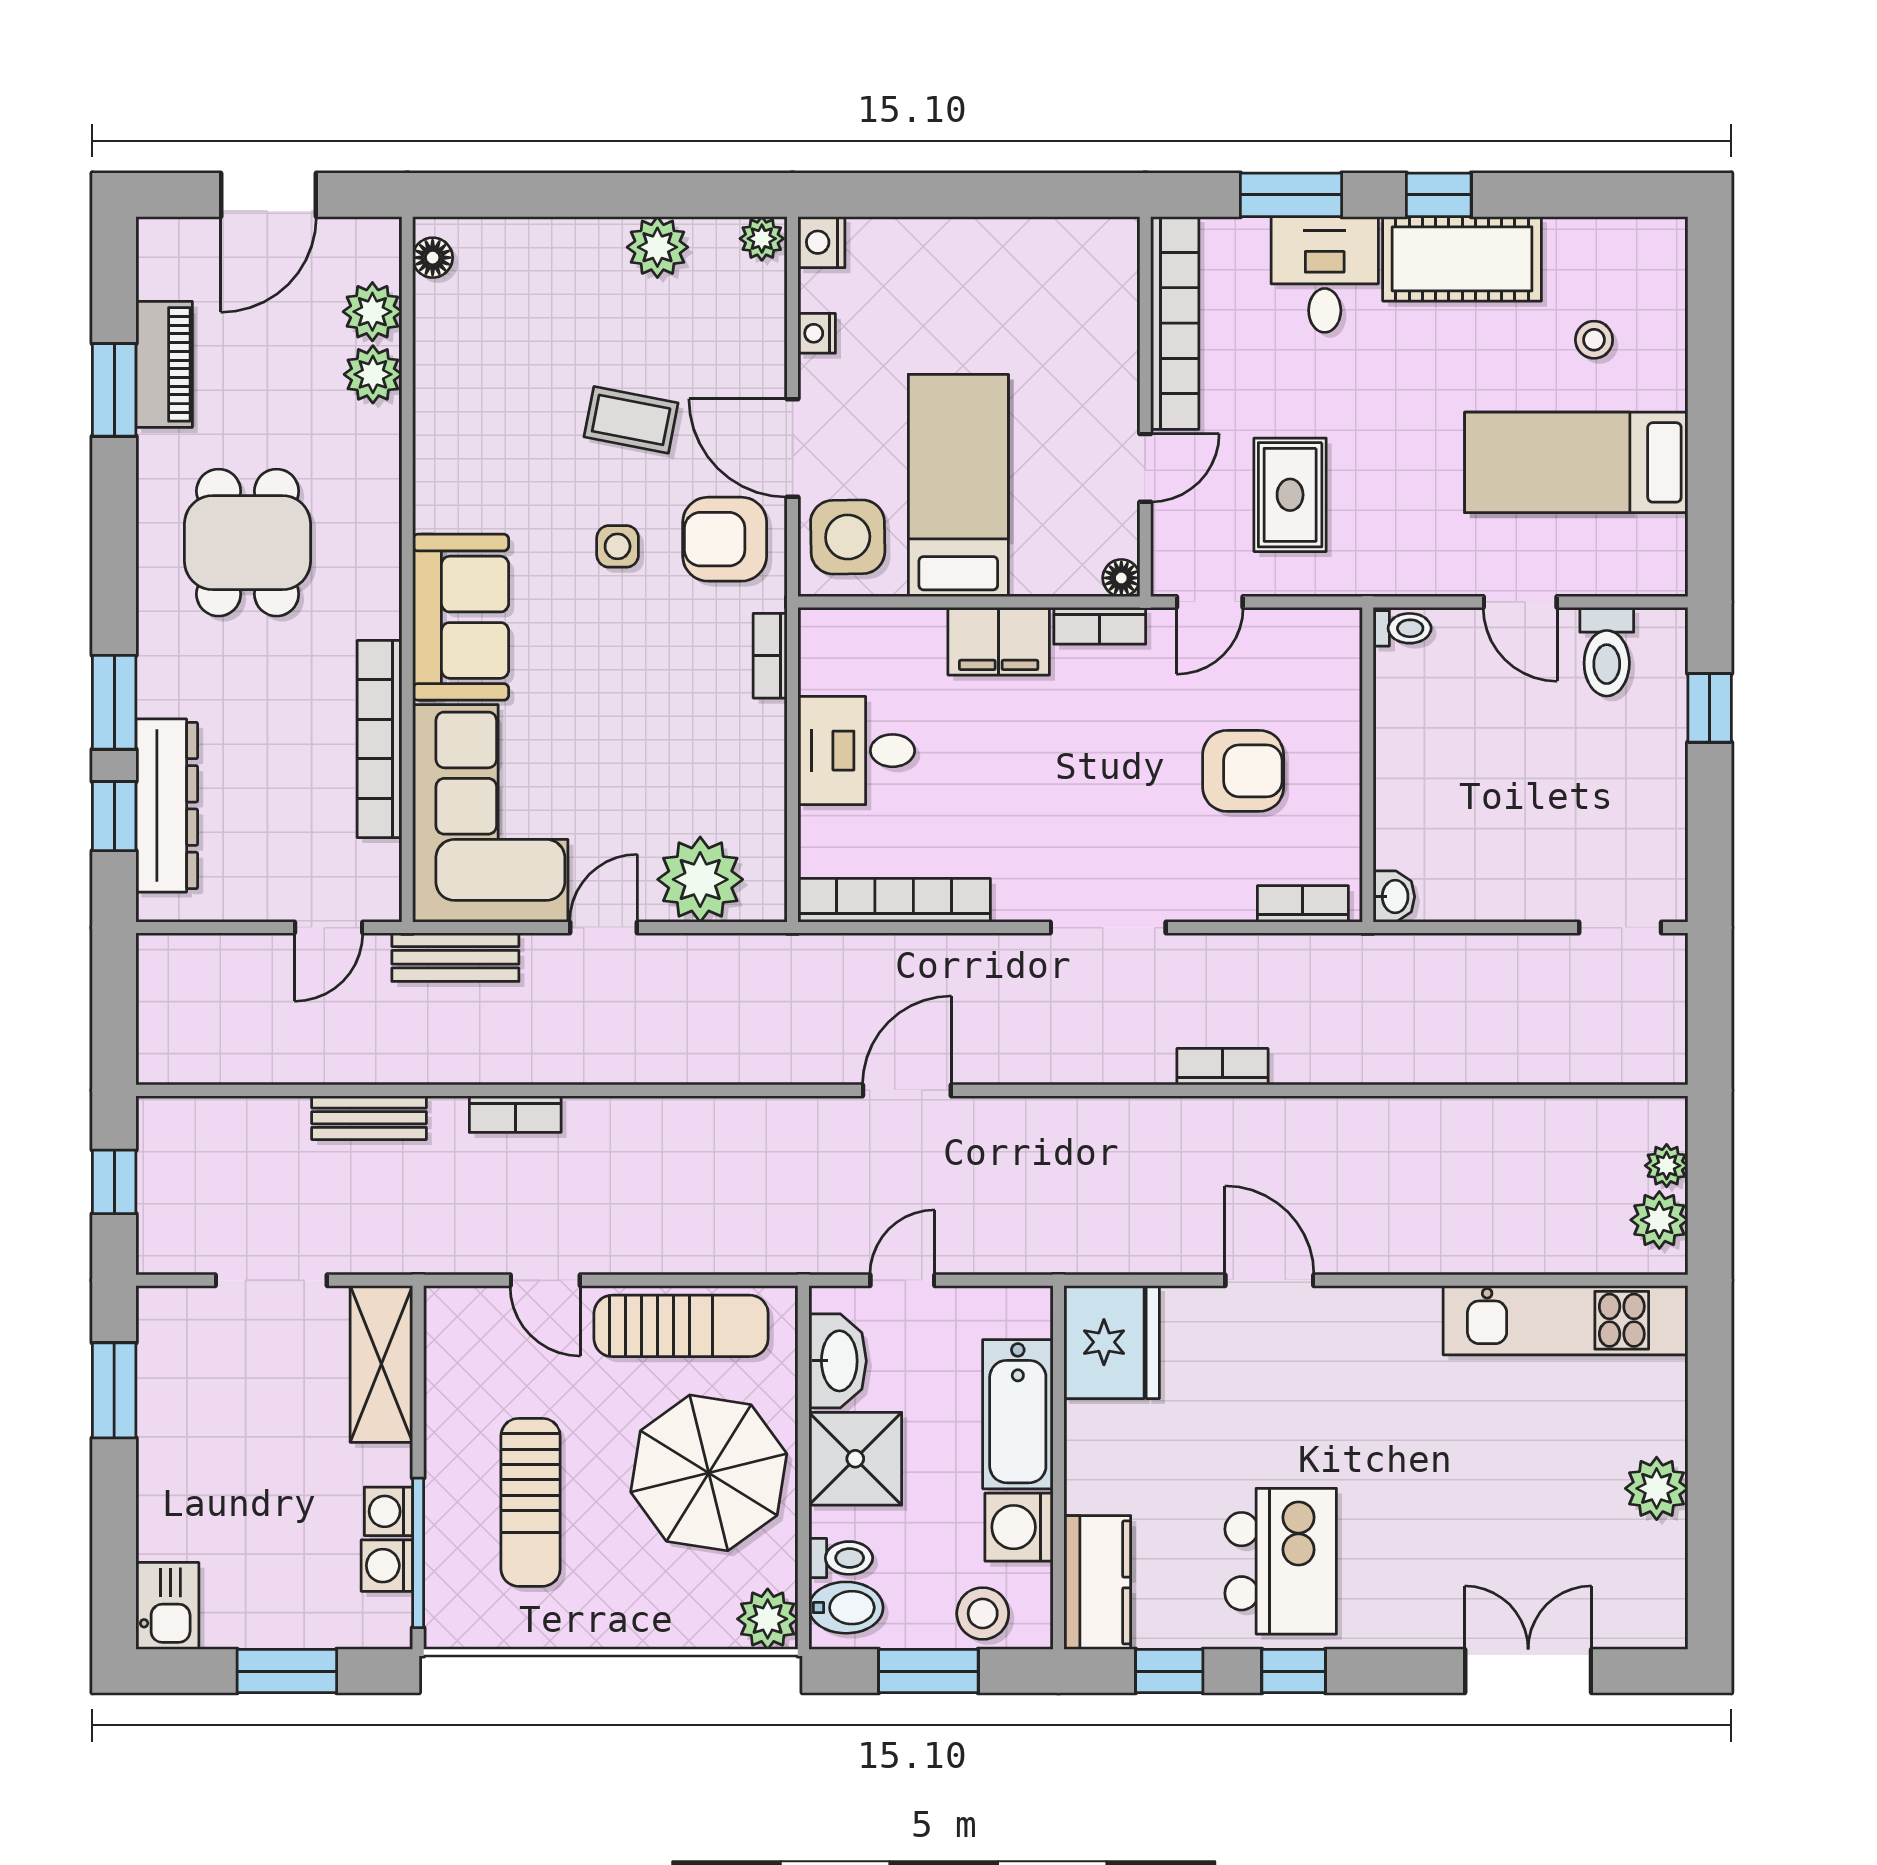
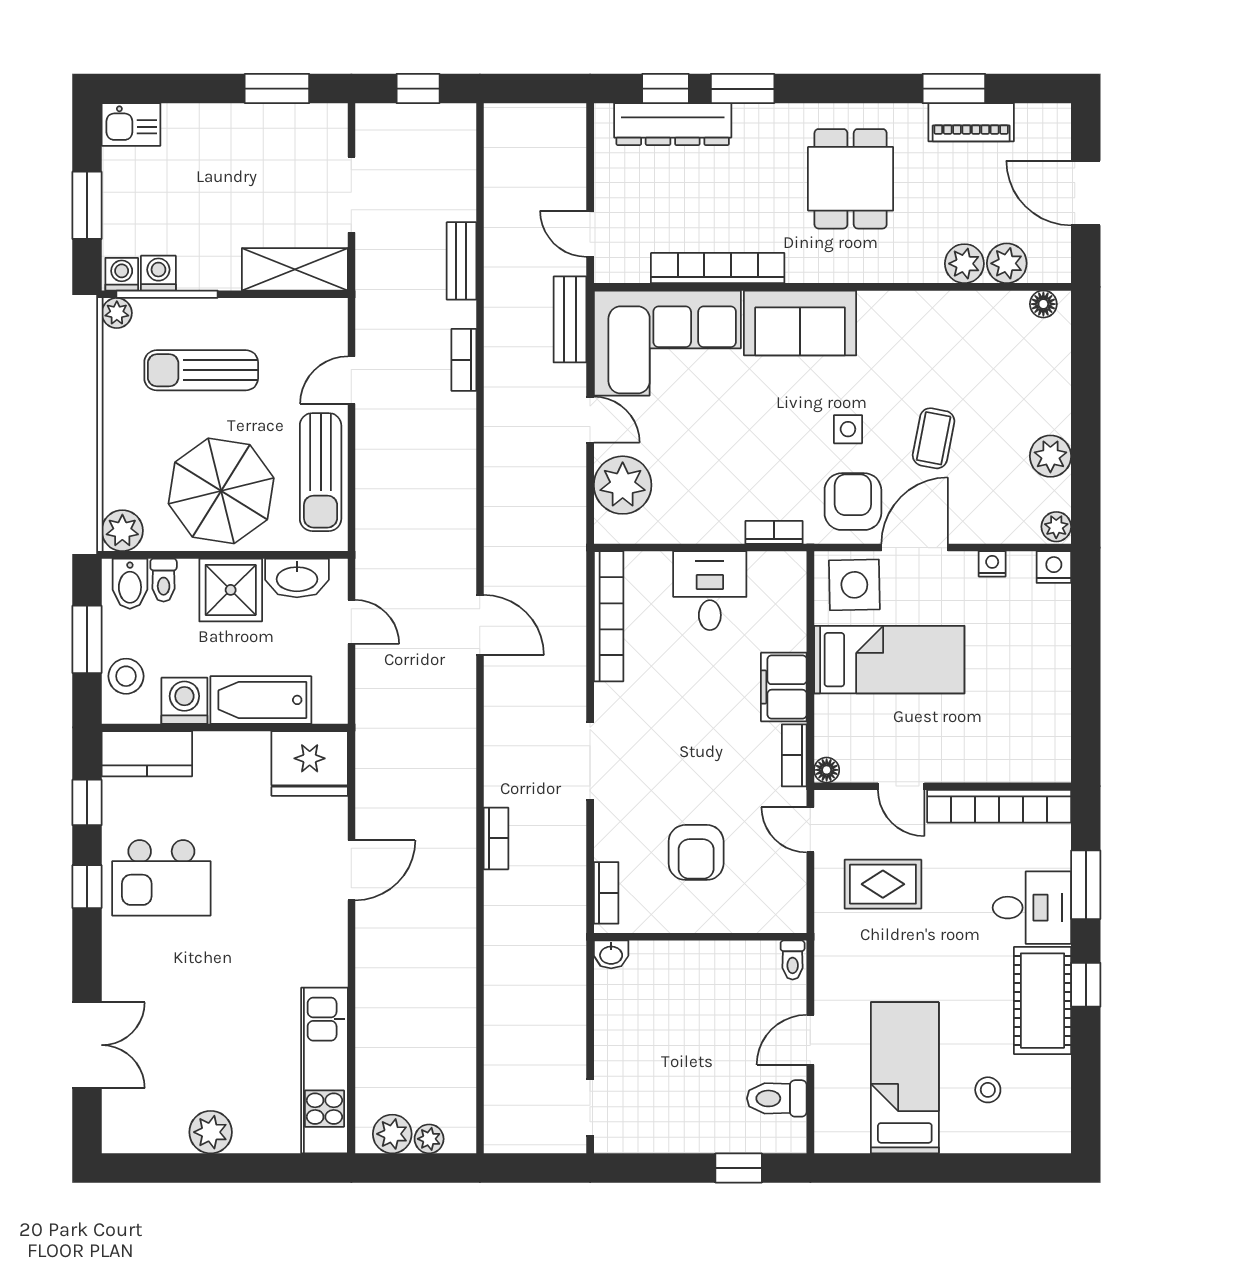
dining table: (248, 543) -> (851, 179), turned 90
washing machine: (388, 1511) -> (122, 274), moved
plant: (446, 1627) -> (117, 313), added

